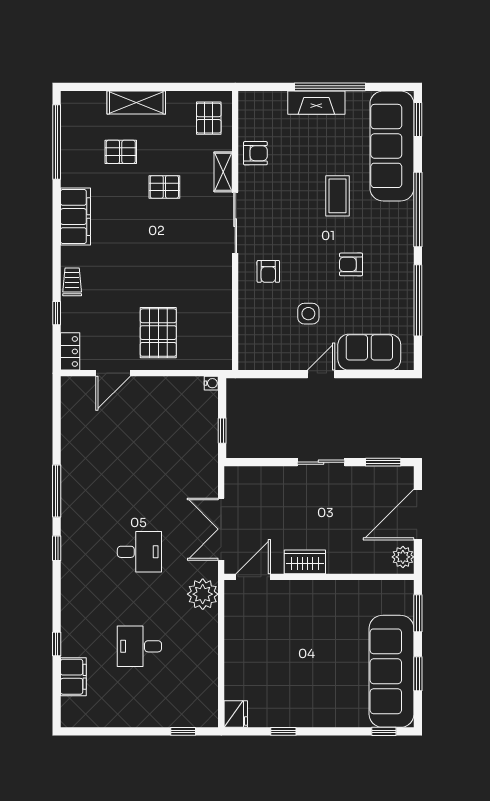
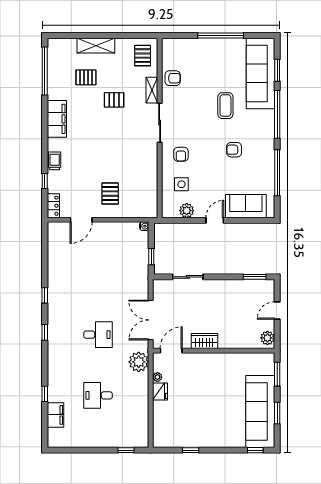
fireplace: (316, 103) -> (212, 46), removed
window: (418, 119) -> (277, 70), moved
side table: (308, 314) -> (181, 184), moved
pallet: (158, 333) -> (110, 194), width x0.67, depth x0.71
plant: (277, 359) -> (187, 211), added
sliding door: (321, 462) -> (188, 277), moved
window: (57, 491) -> (45, 295), width x0.46
door: (418, 514) -> (277, 311), width x0.53
plant: (232, 618) -> (157, 377), added
fridge: (236, 714) -> (160, 391), moved

